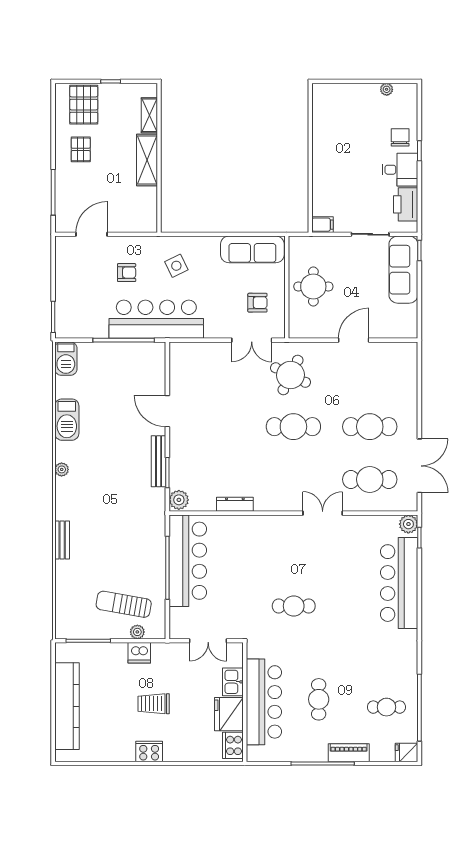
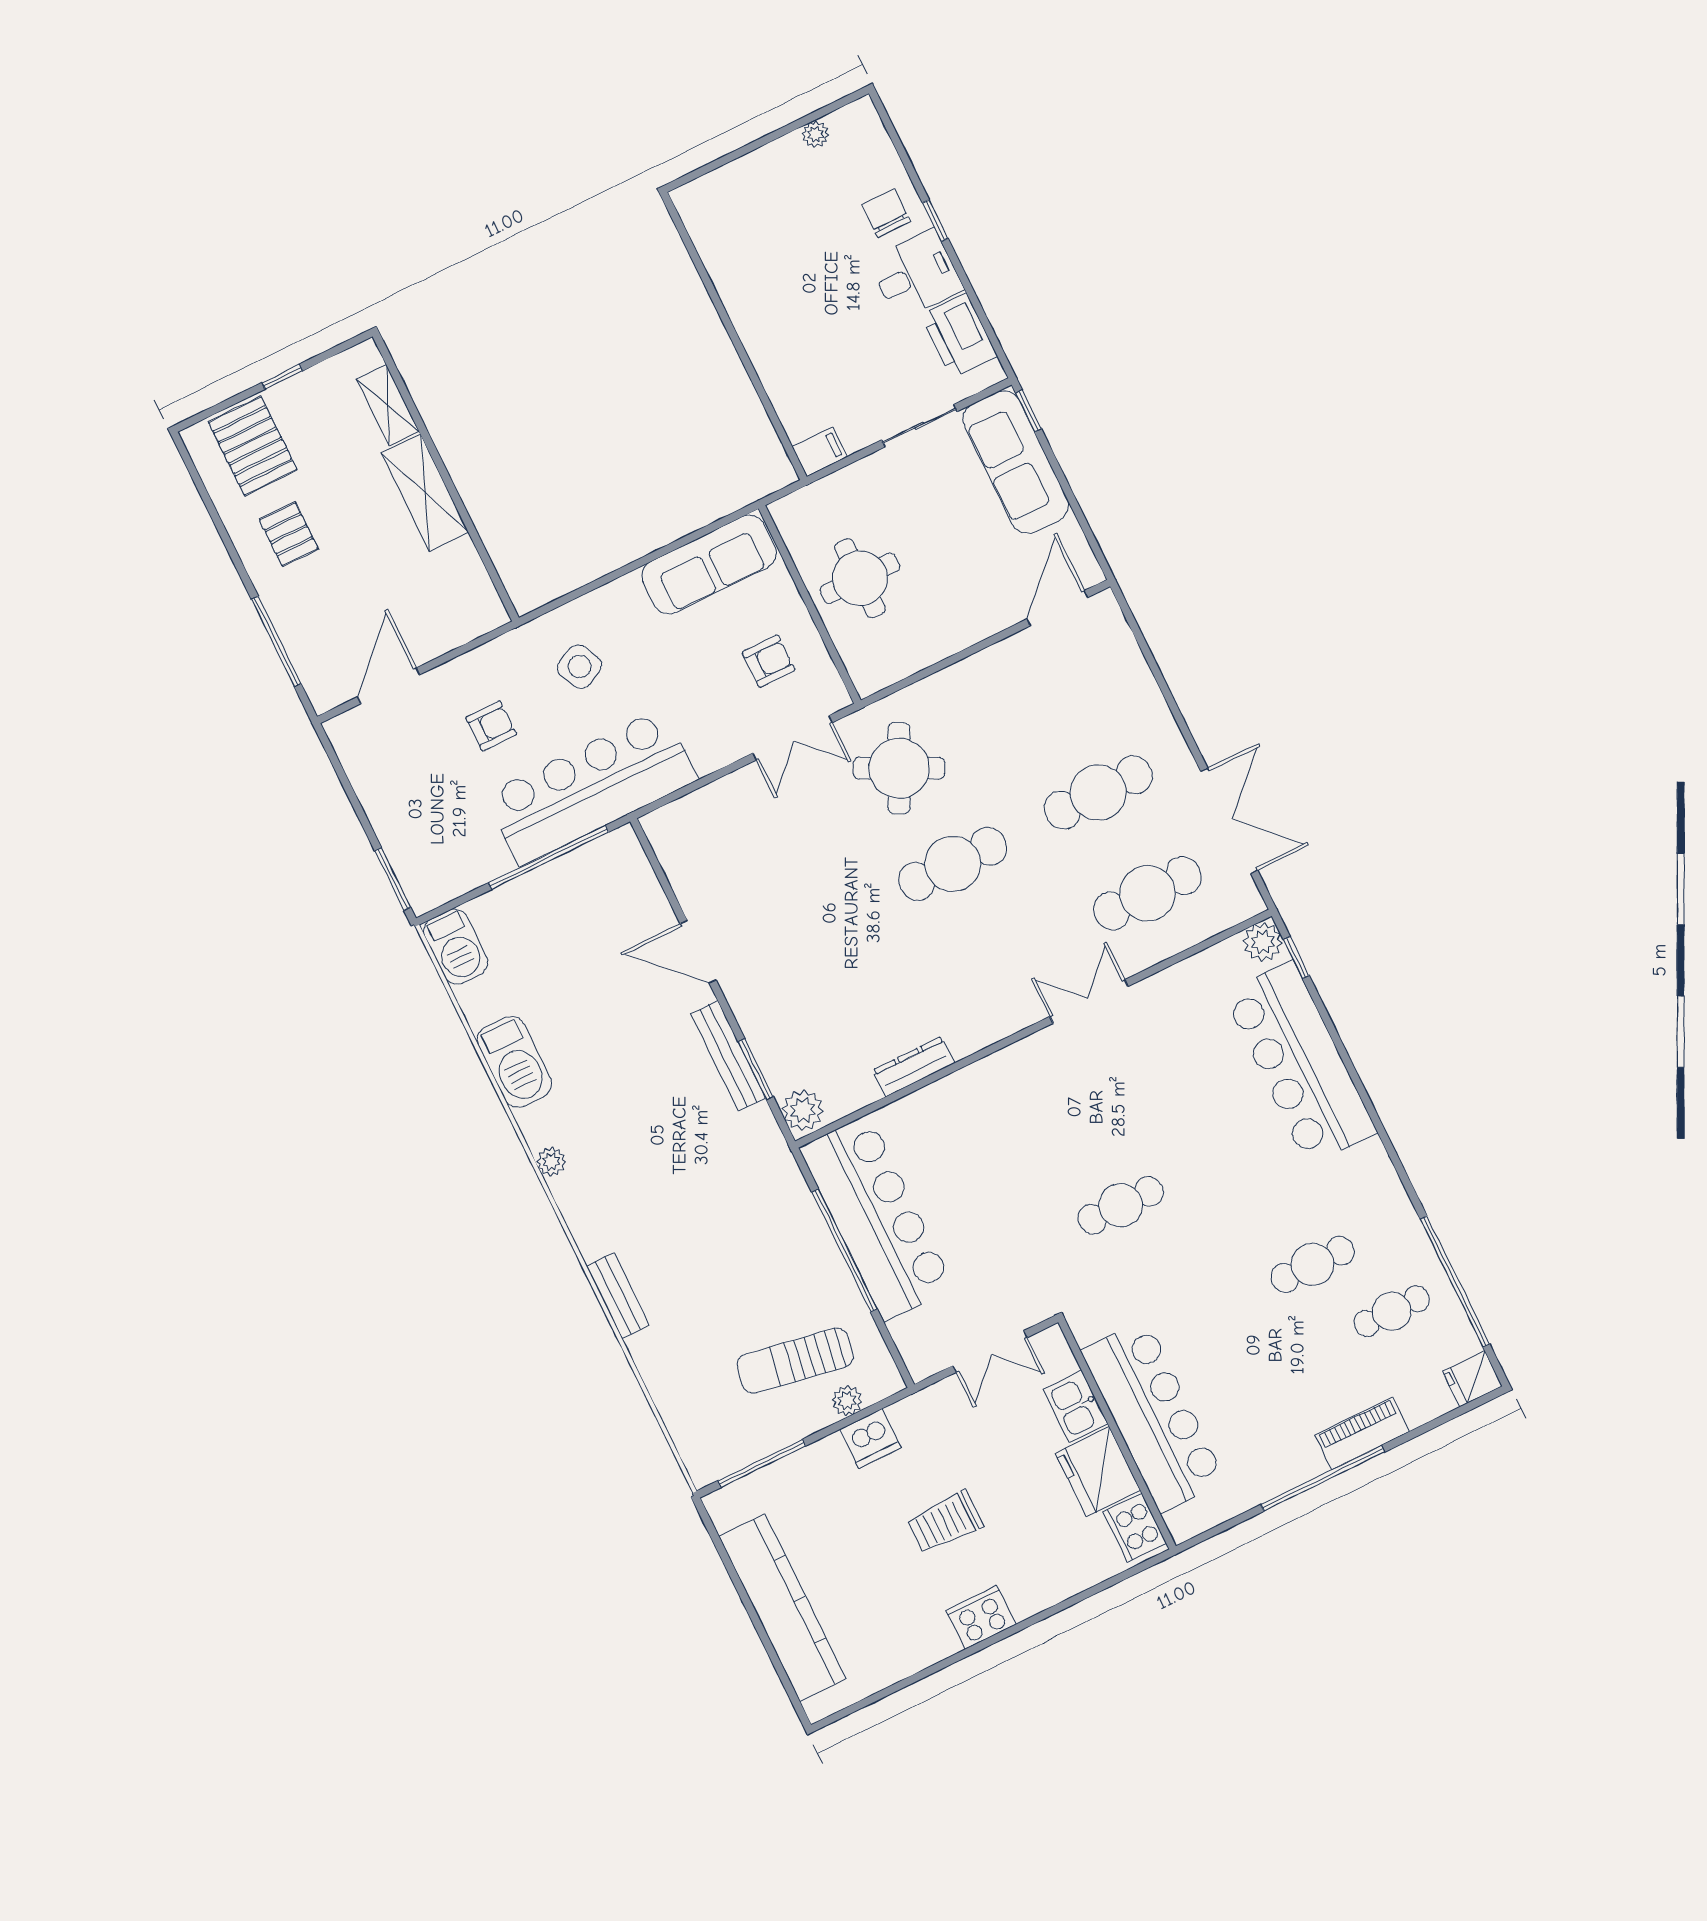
door: (354, 340) -> (1057, 608), moved
cafe table: (319, 699) -> (1313, 1264), moved, turned 90

